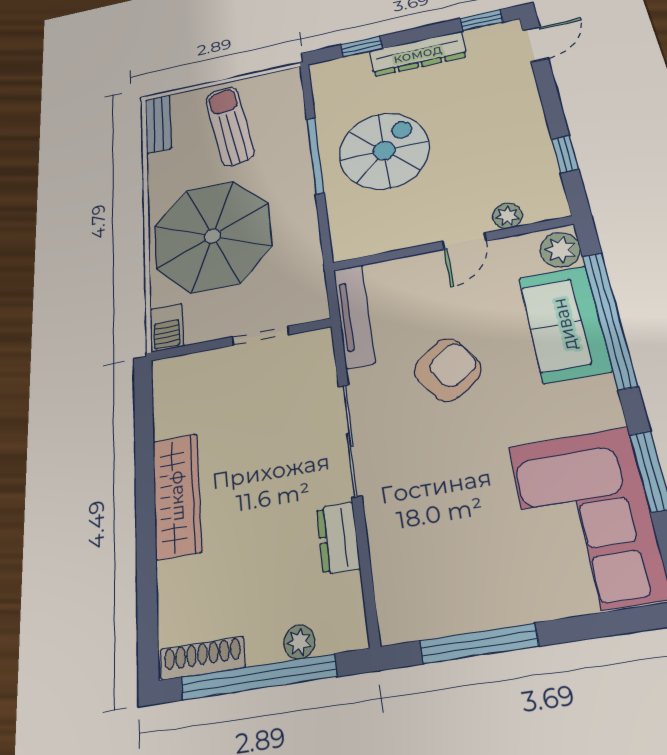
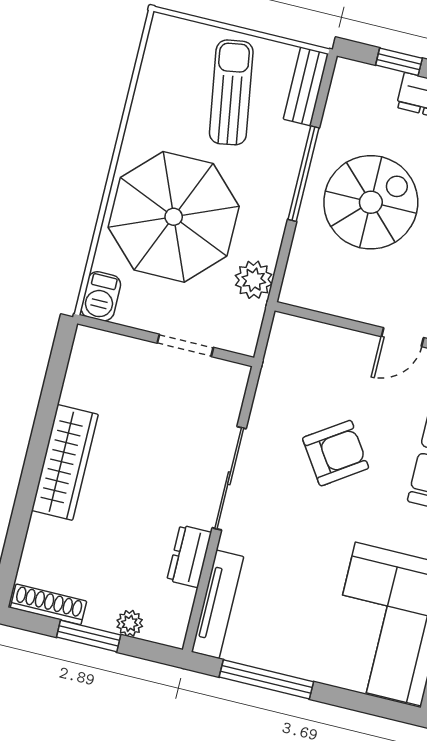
bench: (158, 124) -> (306, 86), moved
plant: (304, 254) -> (254, 280), added
tv unit: (354, 316) -> (218, 604), moved
window: (258, 677) -> (89, 636), width x0.47

